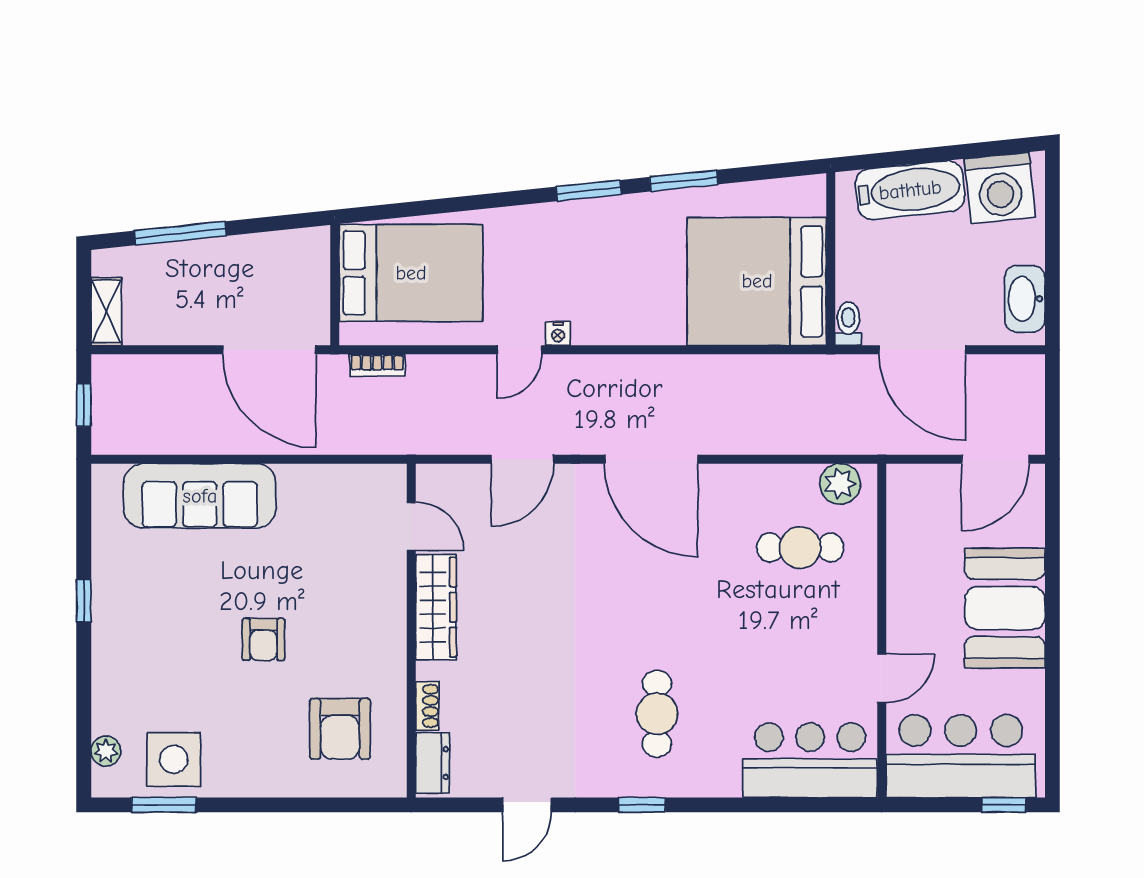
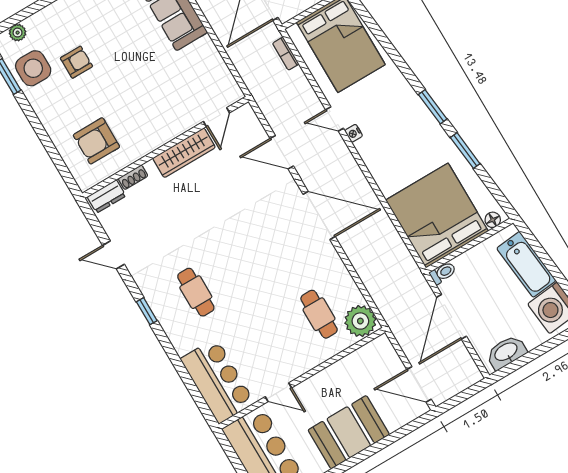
floor lamp: (813, 201) -> (493, 220), added
door: (651, 459) -> (319, 215), swing flipped
plant: (840, 484) -> (360, 321), width x1.36, depth x1.36
armchair: (263, 639) -> (76, 62), moved, turned 180
cafe table: (657, 714) -> (196, 292), turned 90

